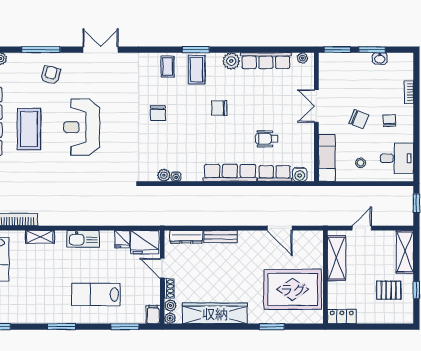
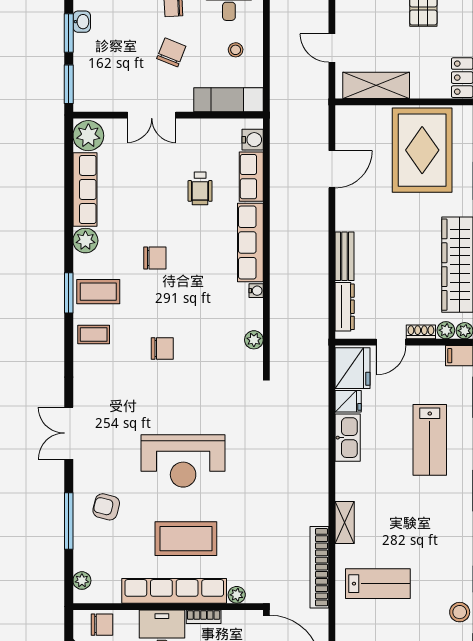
plant: (302, 58) -> (88, 136), width x1.88, depth x1.88
chair: (219, 108) -> (155, 258), turned -90
water cooler: (176, 177) -> (256, 291), moved
kitchen sink: (83, 239) -> (348, 438), moved

